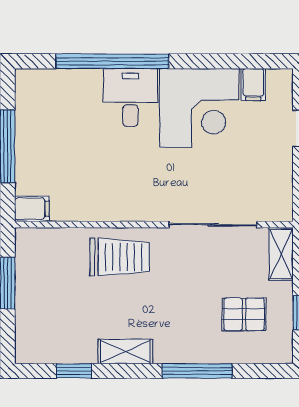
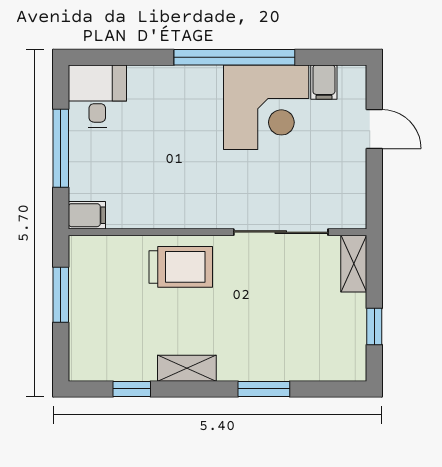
window: (112, 61) -> (234, 57), moved
desk: (130, 98) -> (97, 96), moved
pallet: (244, 314) -> (314, 328), removed
window: (197, 371) -> (264, 389), width x0.69

